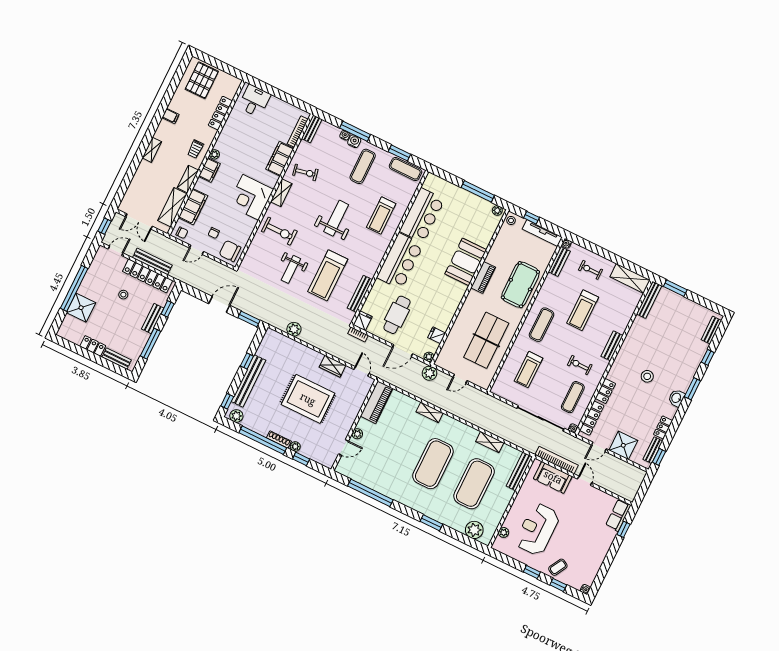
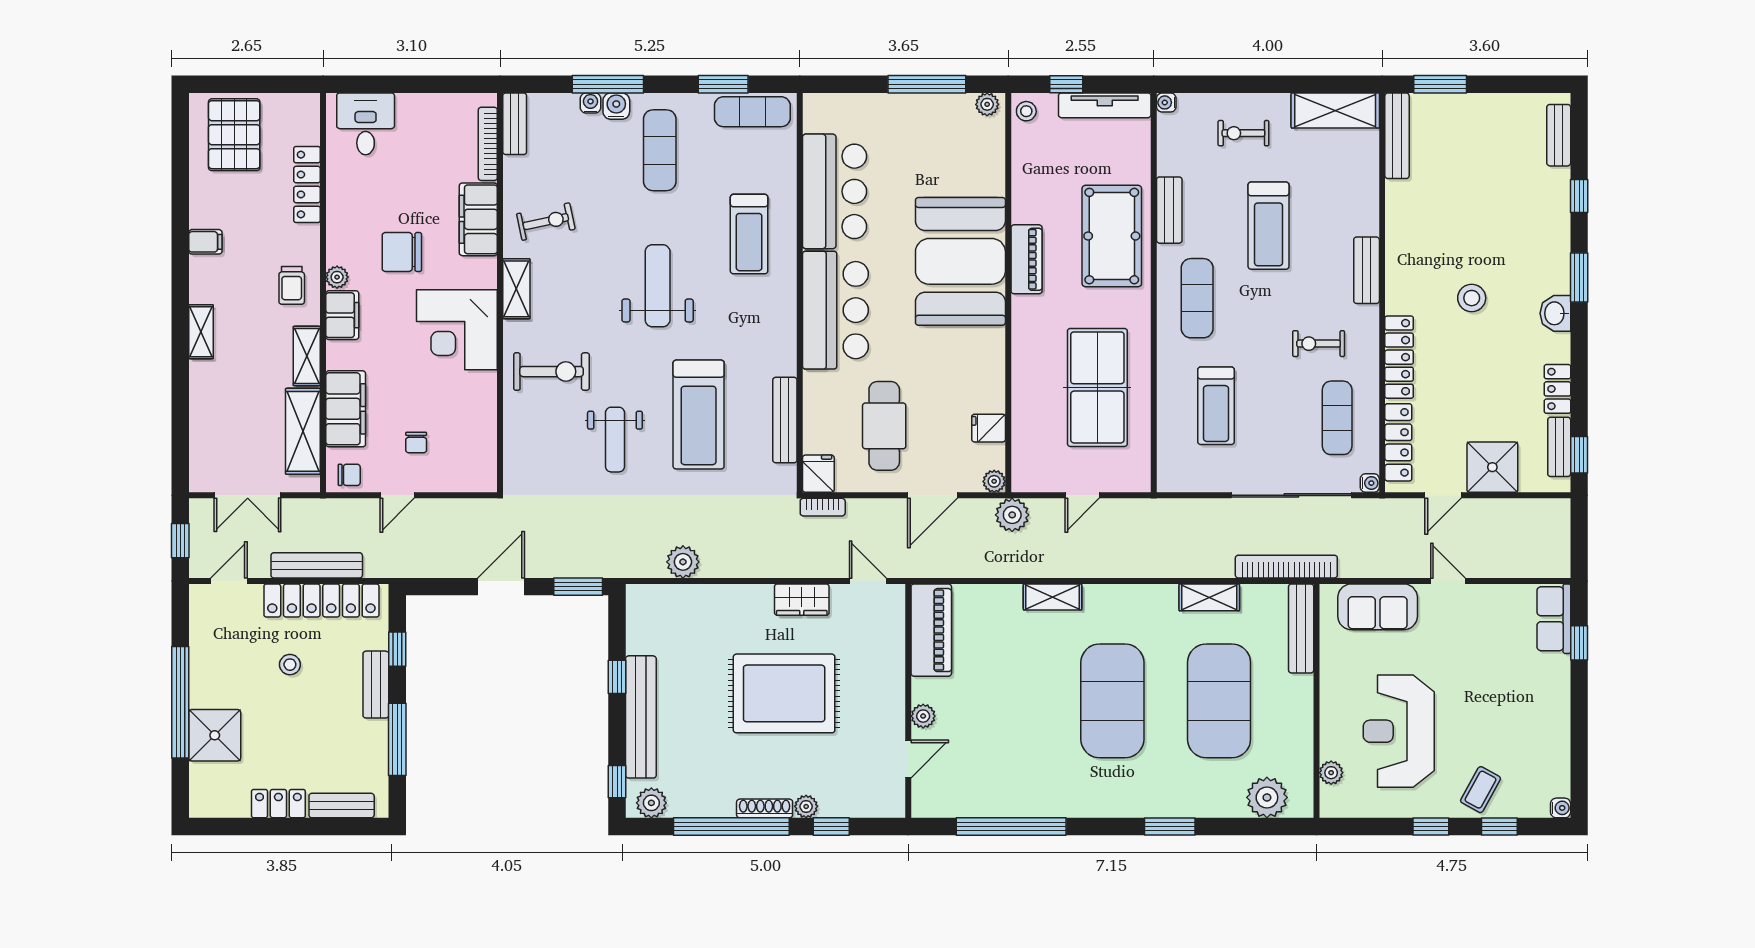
chair: (230, 251) -> (402, 252), moved
bench: (559, 261) -> (1169, 210), moved
booth: (466, 262) -> (960, 261), width x1.36, depth x1.42
locker: (605, 391) -> (1399, 357), width x1.53
bookcase: (557, 460) -> (1286, 567), moved

